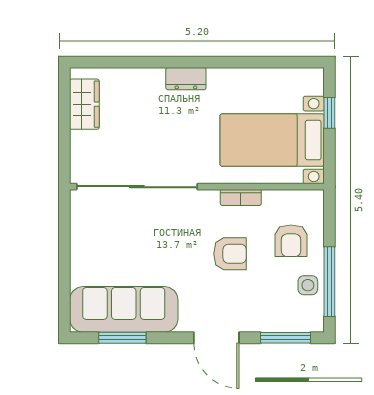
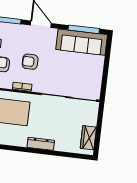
dresser: (186, 79) -> (41, 144), width x1.44
window: (122, 338) -> (84, 29), width x1.44

